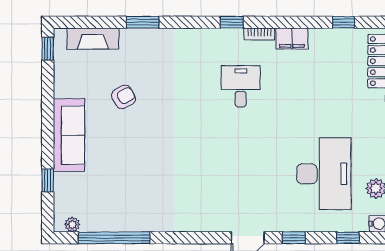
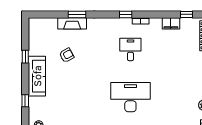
filing cabinet: (292, 38) -> (171, 23), moved
fireplace: (93, 39) -> (72, 23), moved
window: (48, 49) -> (25, 57), moved
desk: (324, 174) -> (130, 97), moved, turned -90

